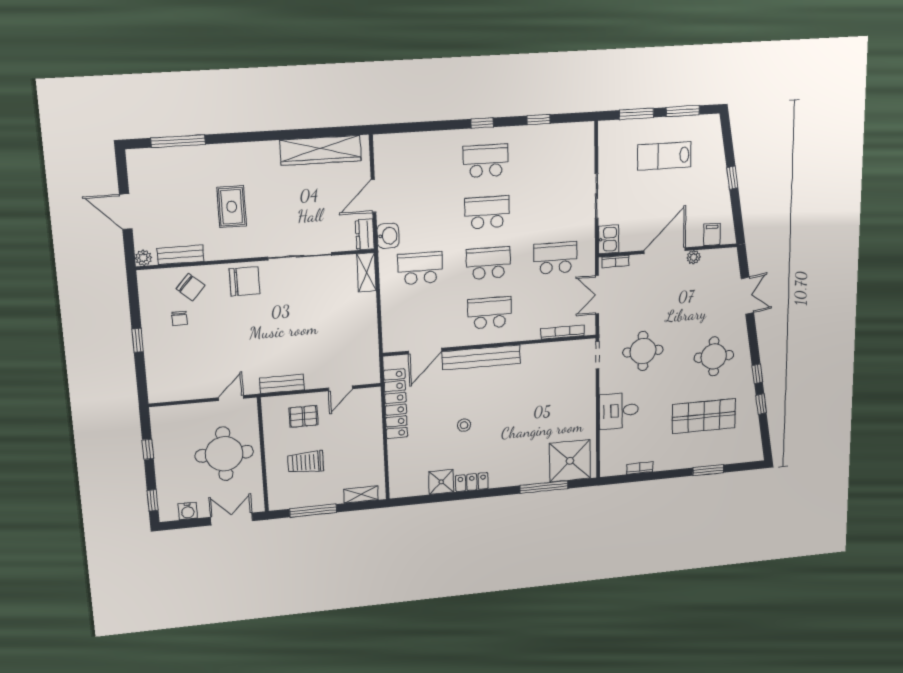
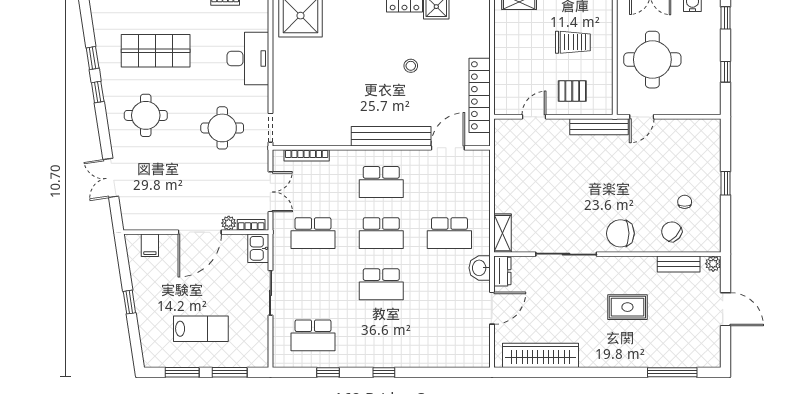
school desk: (486, 161) -> (313, 335), moved
rug: (232, 207) -> (627, 307), turned 90
plant: (694, 257) -> (229, 223), moved
bench: (282, 384) -> (599, 127), width x1.36
desk: (619, 411) -> (248, 59), width x1.37

